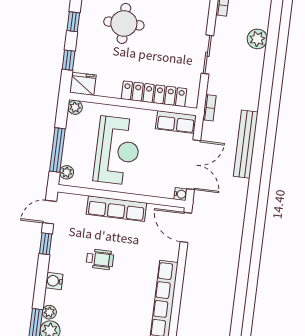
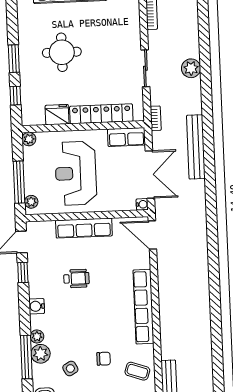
window: (73, 22) -> (14, 59), width x1.50
plant: (257, 39) -> (191, 68), moved
fridge: (83, 84) -> (57, 115), moved
reception desk: (117, 151) -> (76, 173), turned 180

